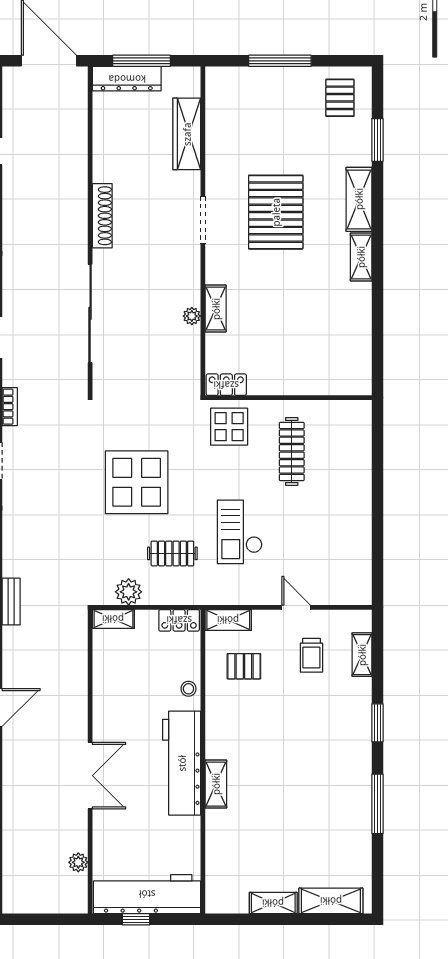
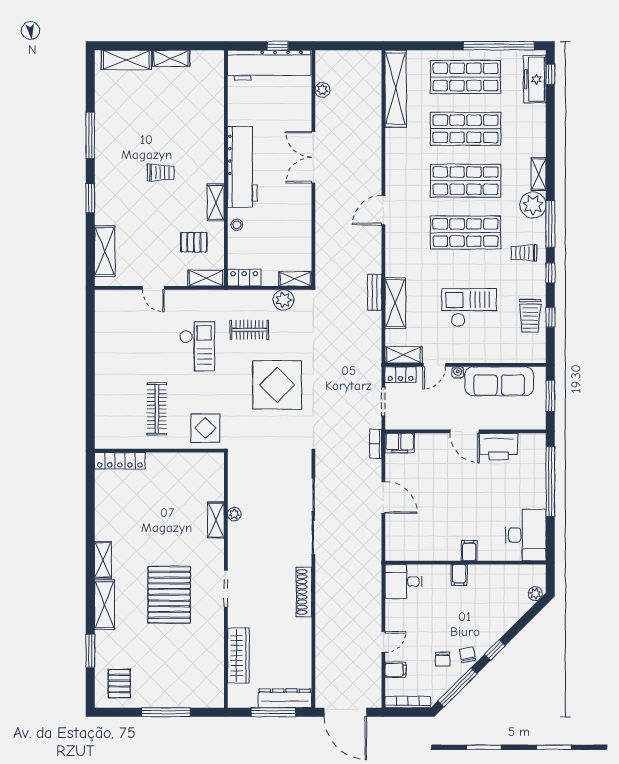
locker: (226, 385) -> (120, 461), moved, width x1.53
trolley: (311, 655) -> (161, 173), moved, turned 90
shelving: (362, 655) -> (105, 251), width x1.50, depth x1.33
shelving: (216, 784) -> (216, 202), moved

